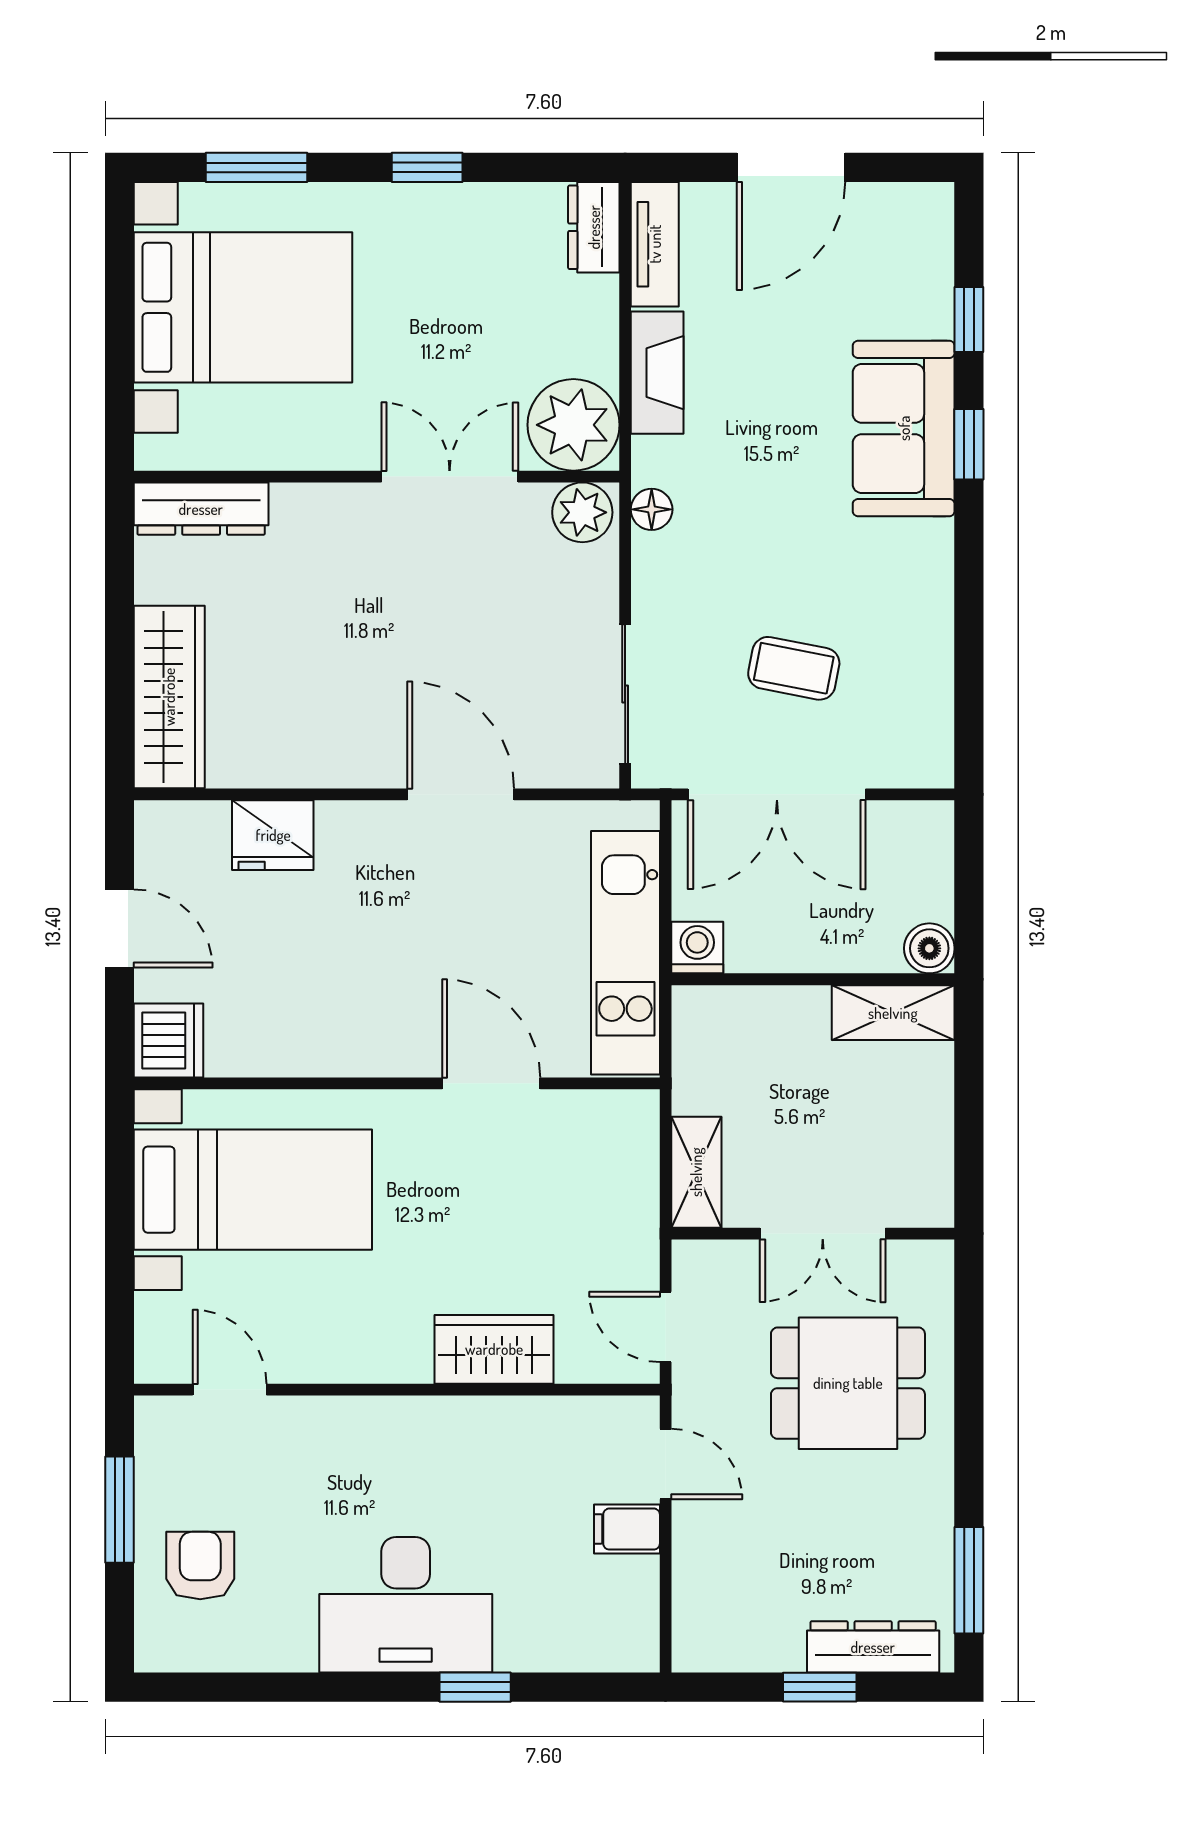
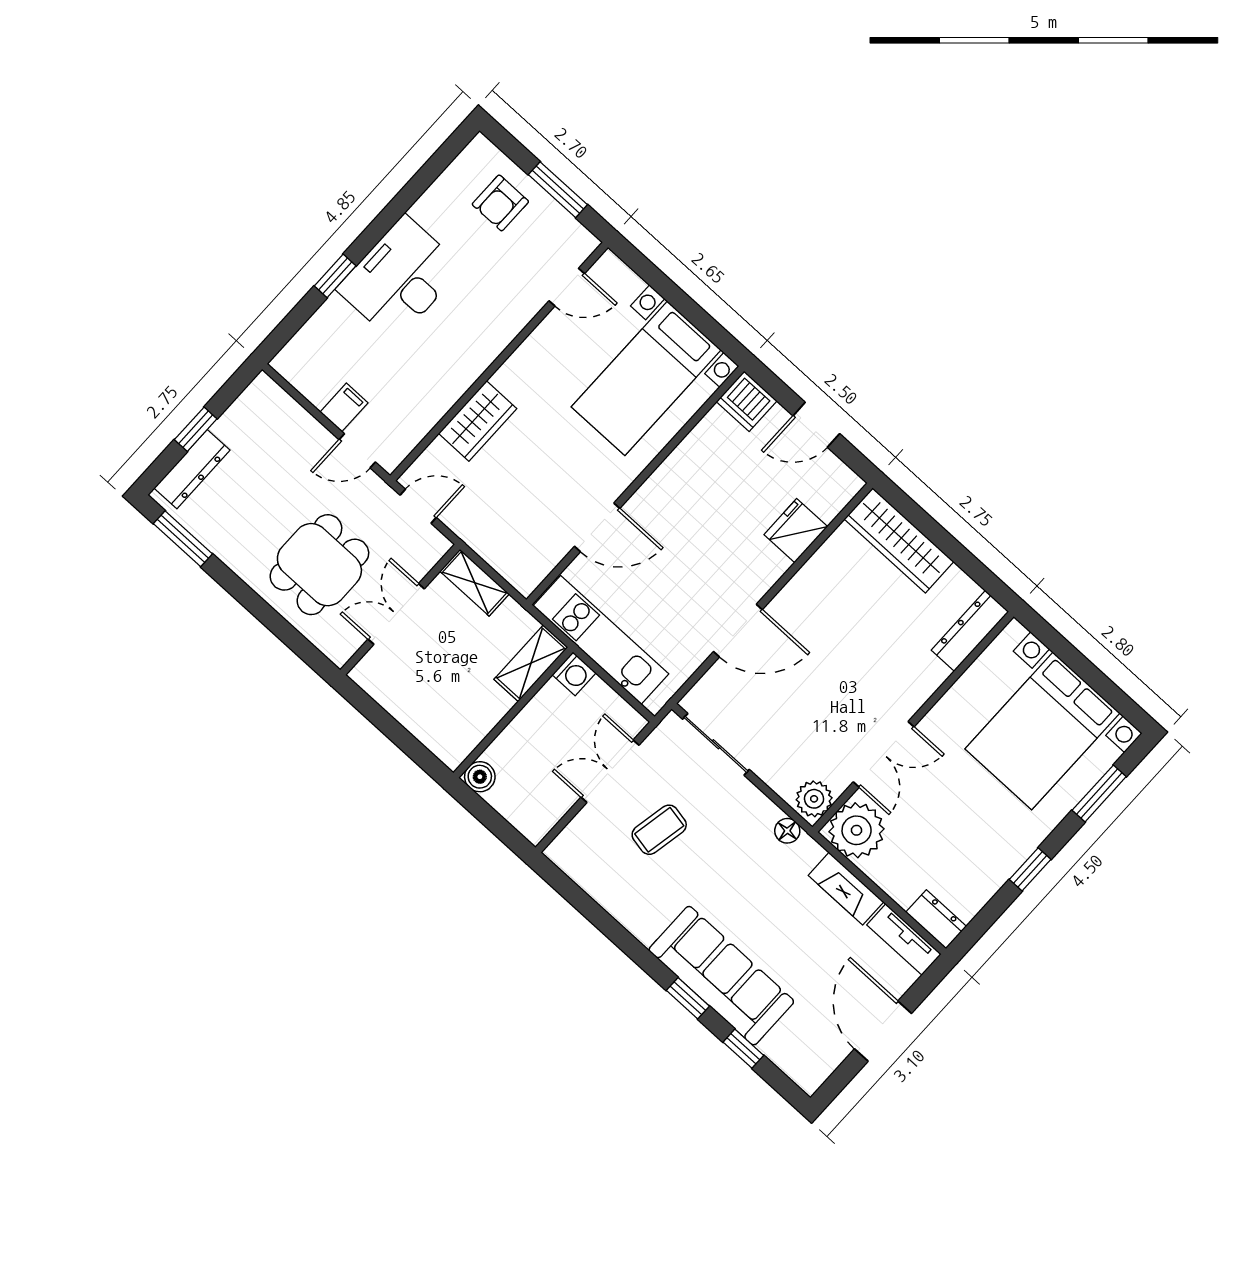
sofa: (904, 428) -> (721, 976), width x1.36
double door: (777, 794) -> (610, 771), width x0.73
shelving: (893, 1013) -> (531, 663), moved
armchair: (200, 1566) -> (500, 203), turned 90

